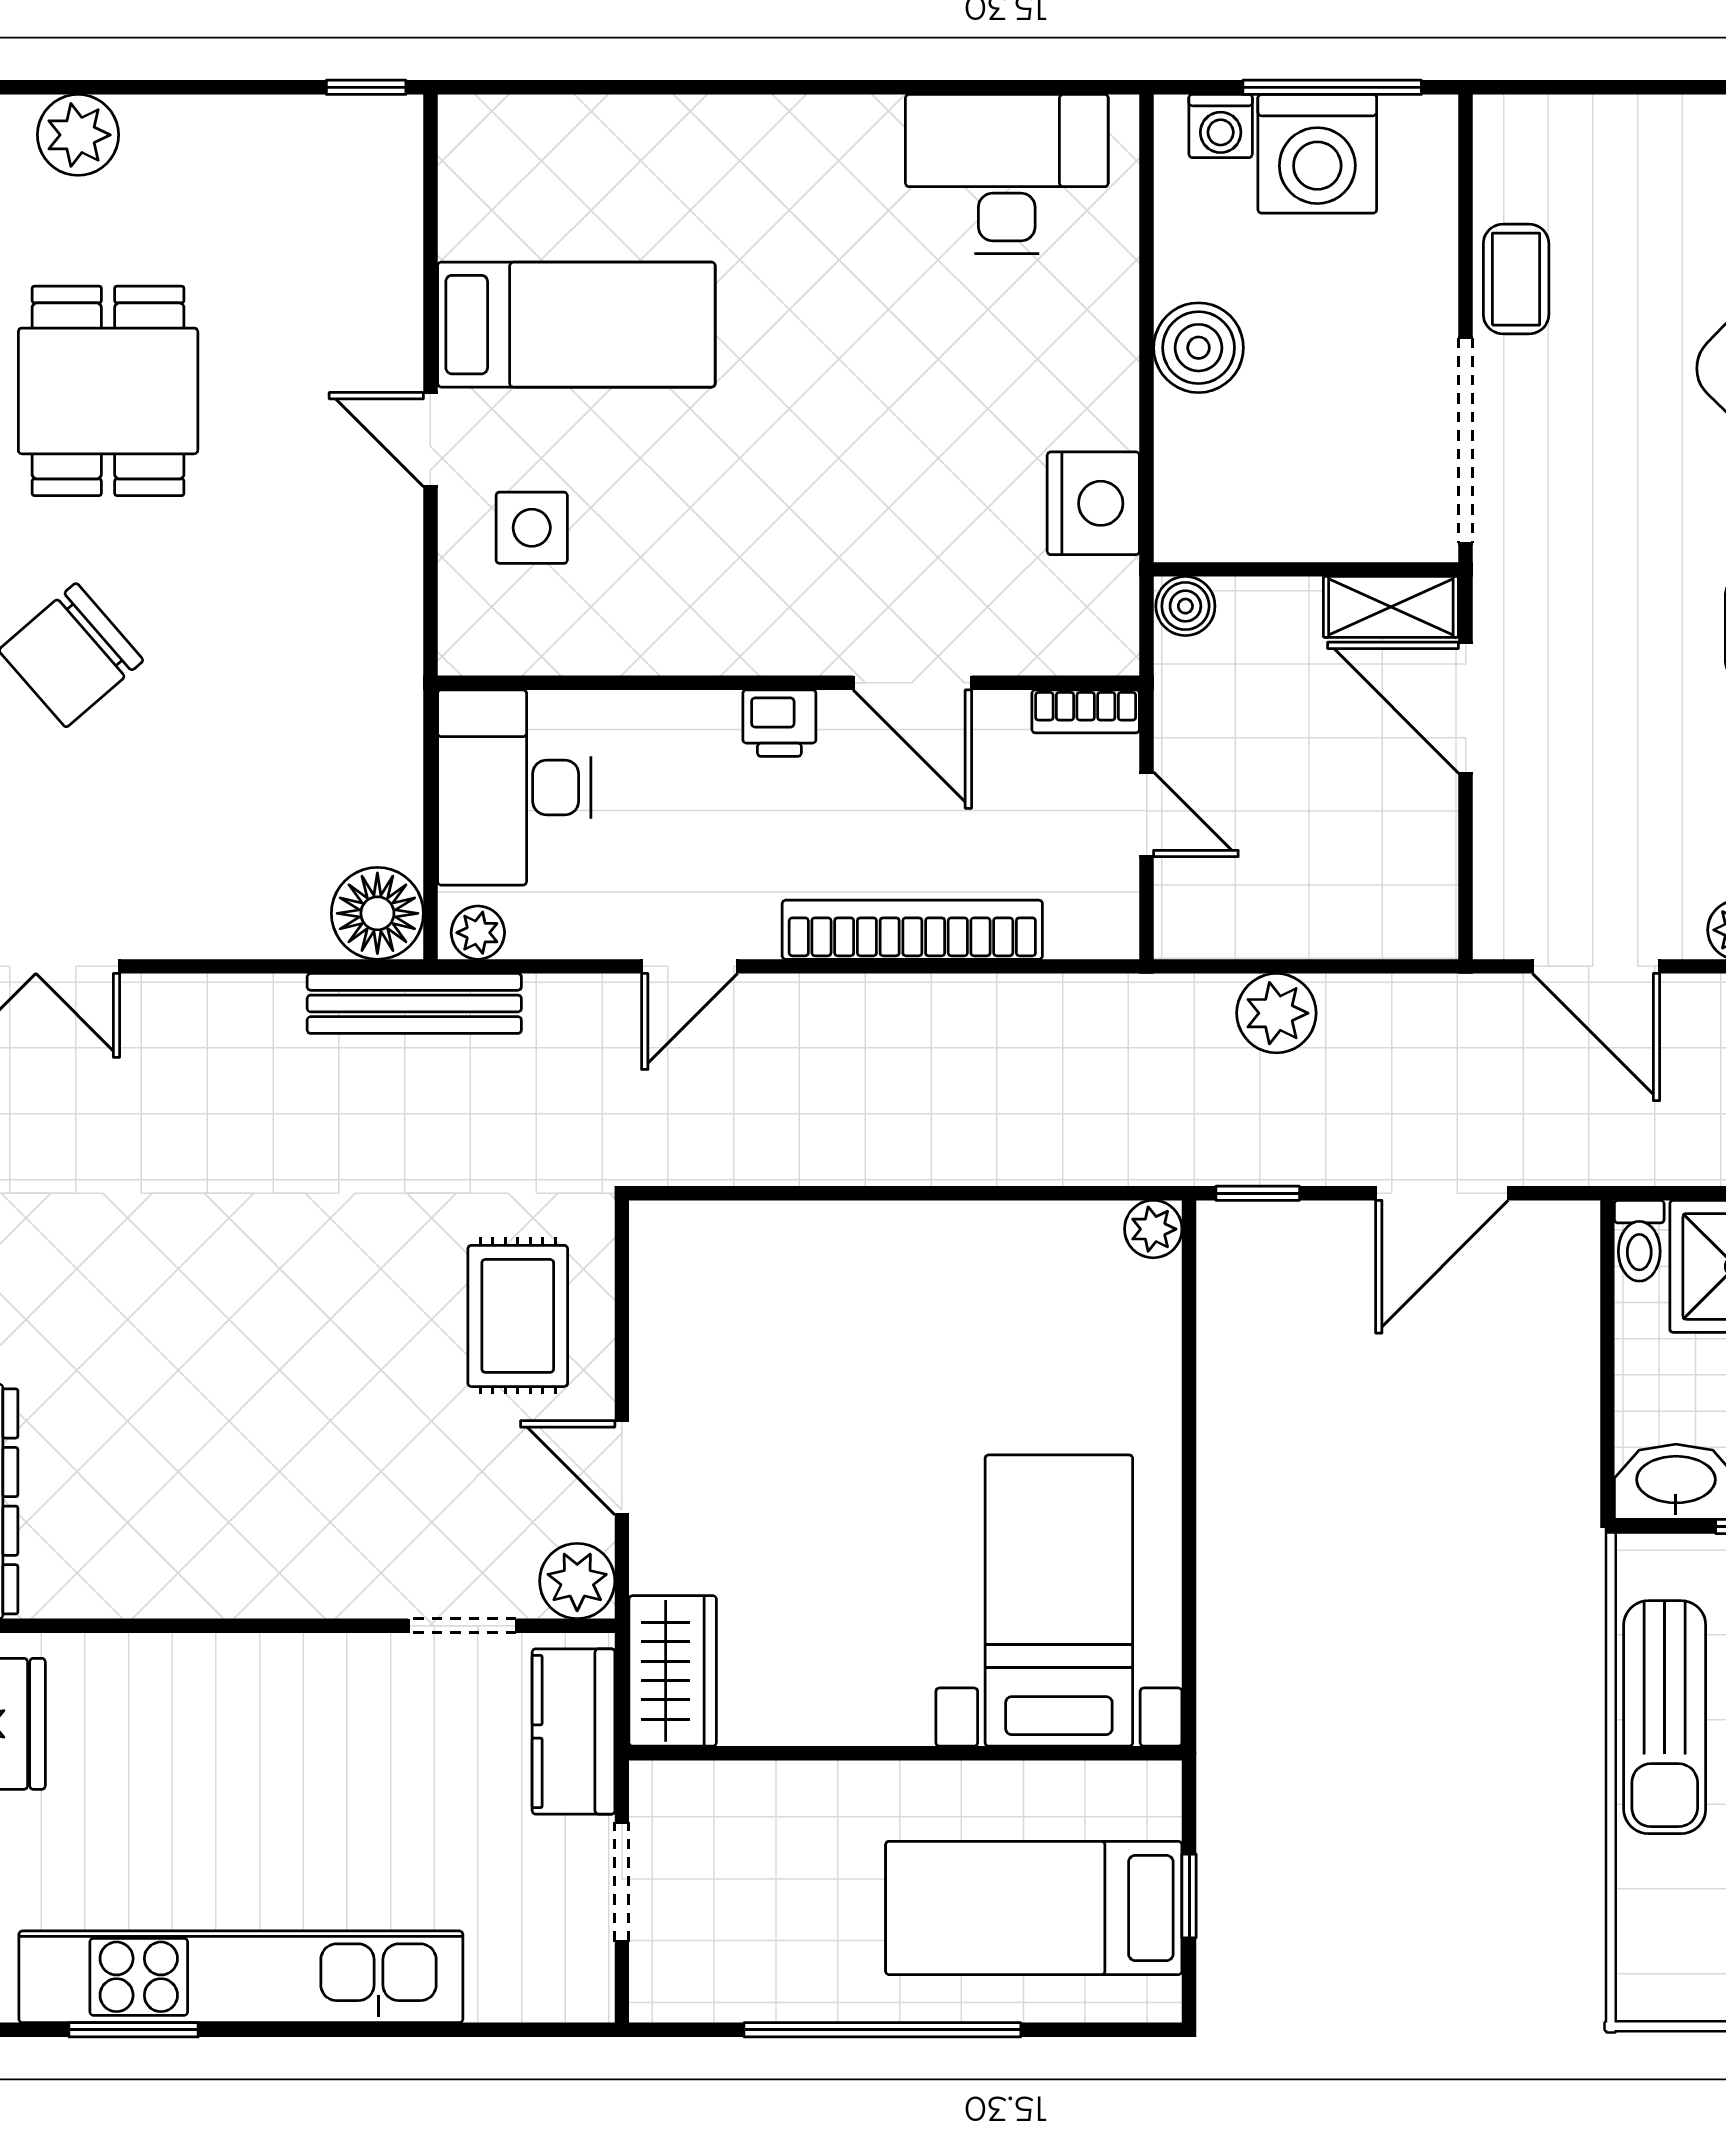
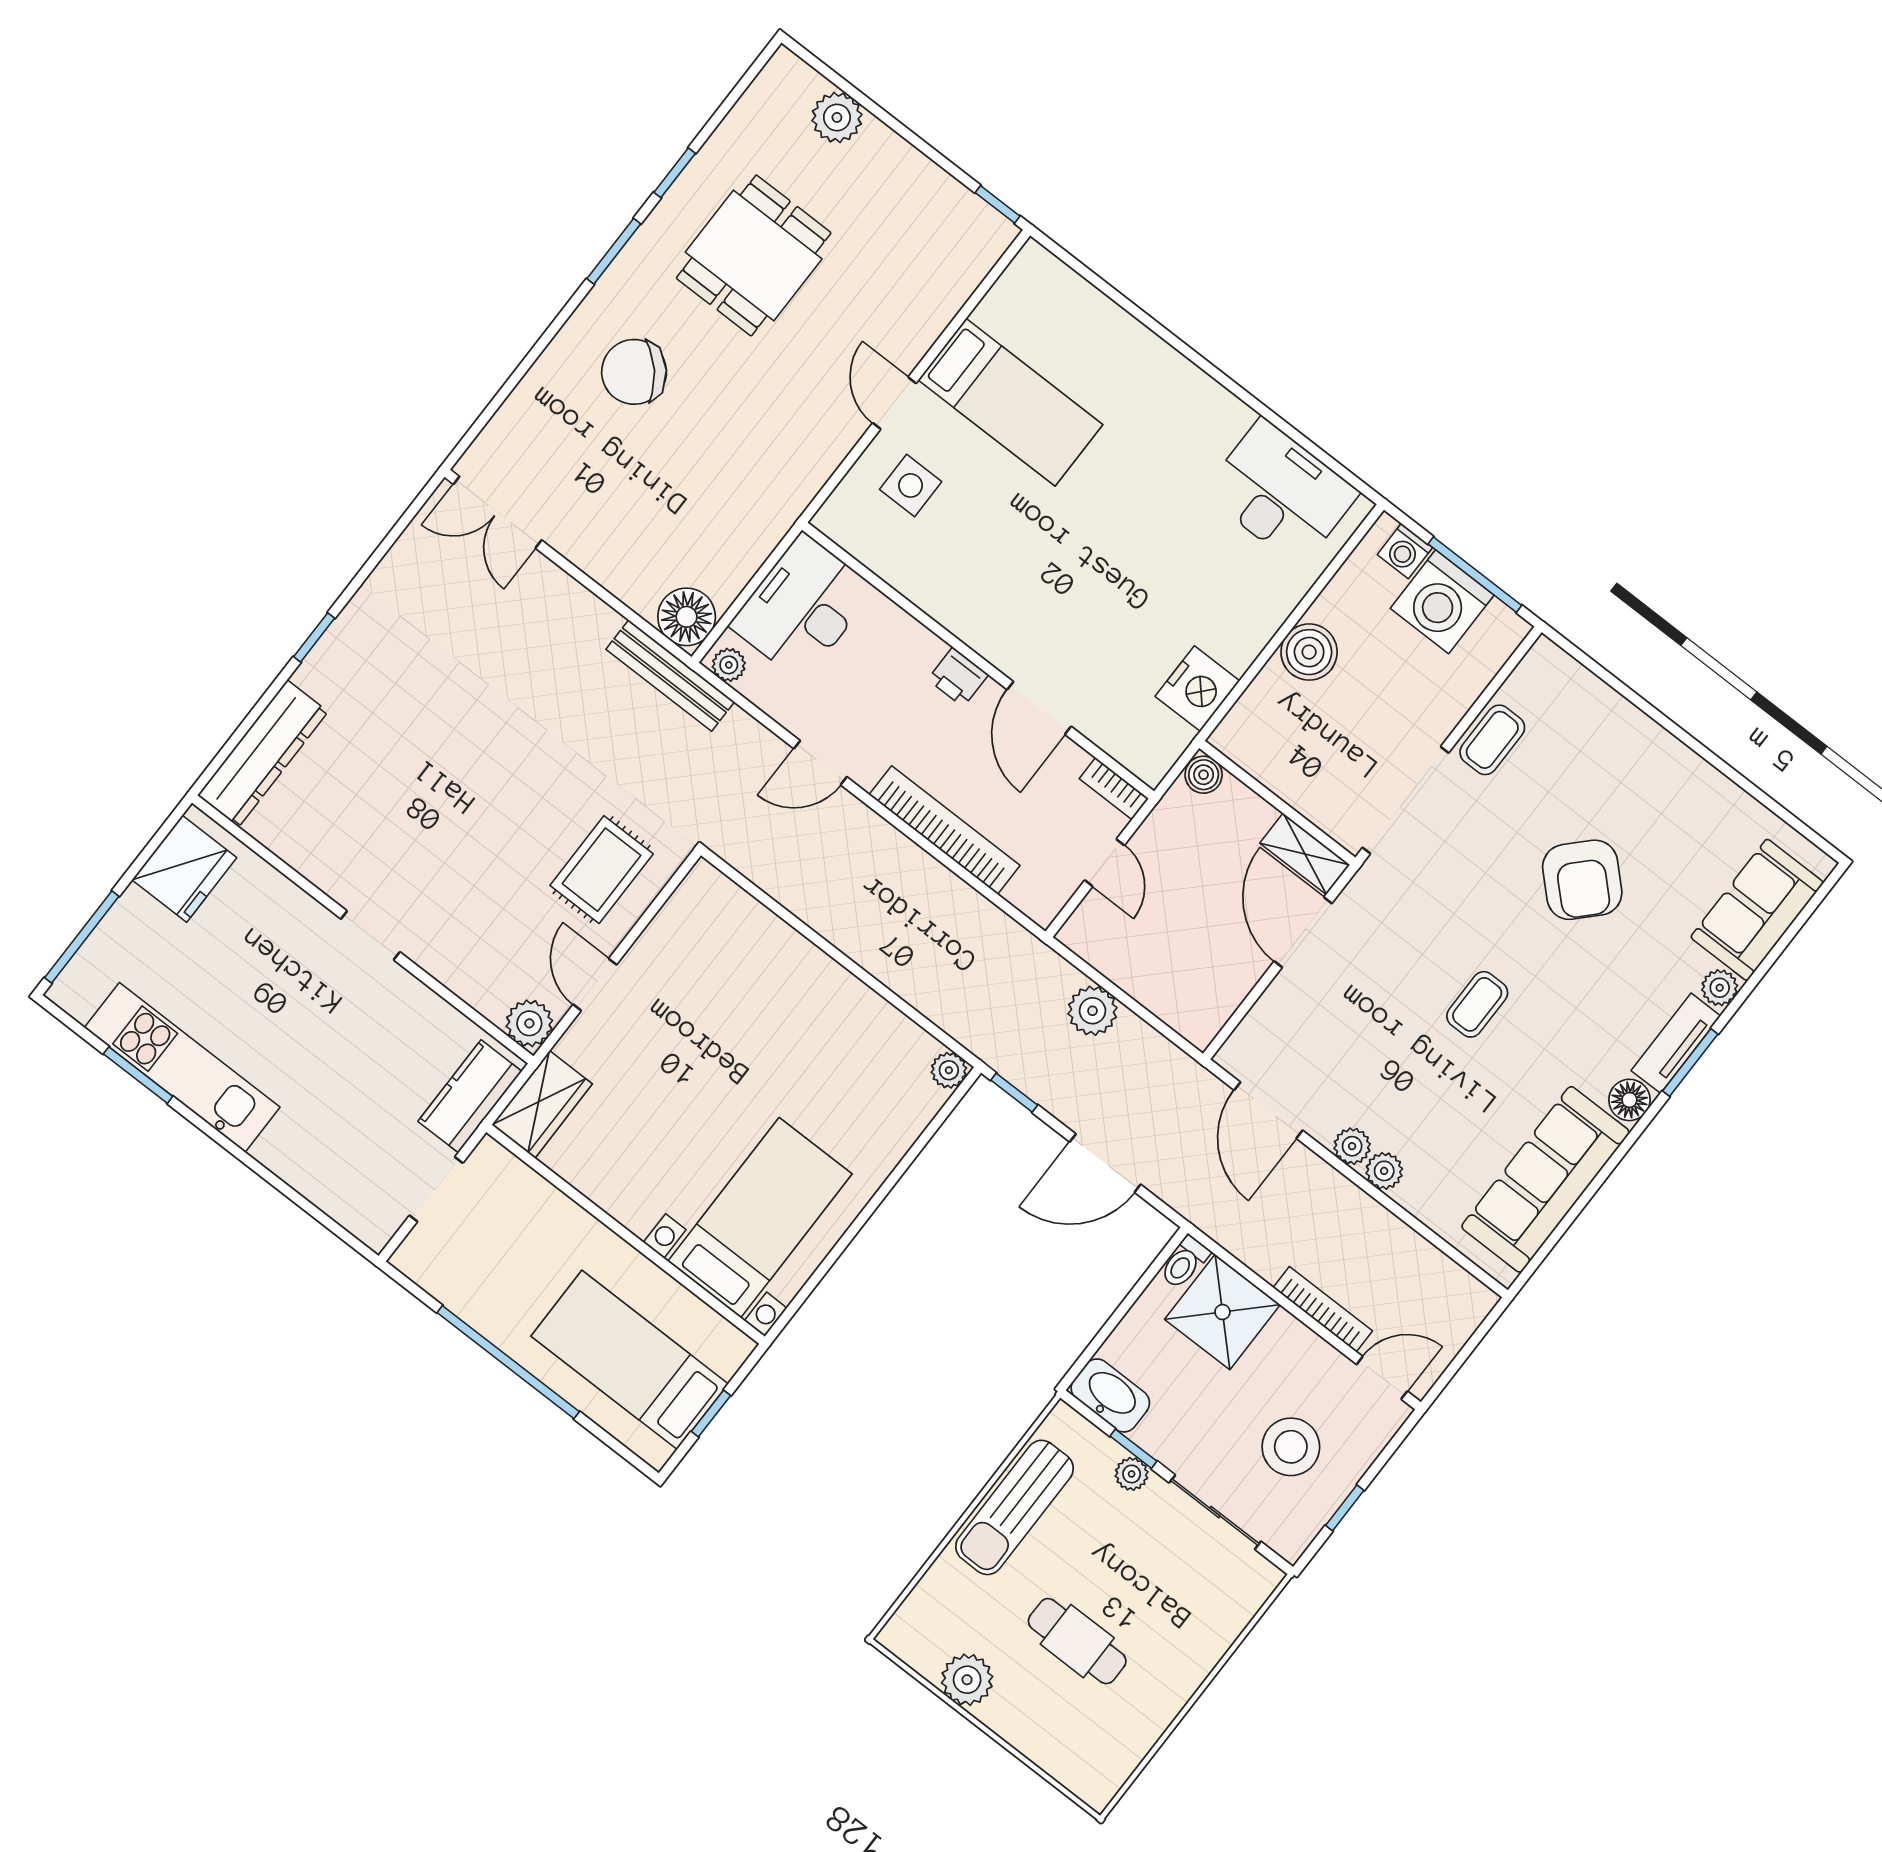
doorway: (462, 1626) -> (370, 935), moved
kitchen unit: (241, 1977) -> (182, 1067), width x0.73

